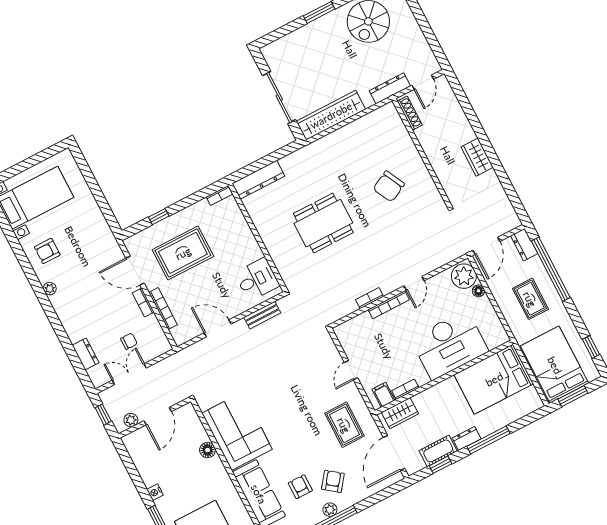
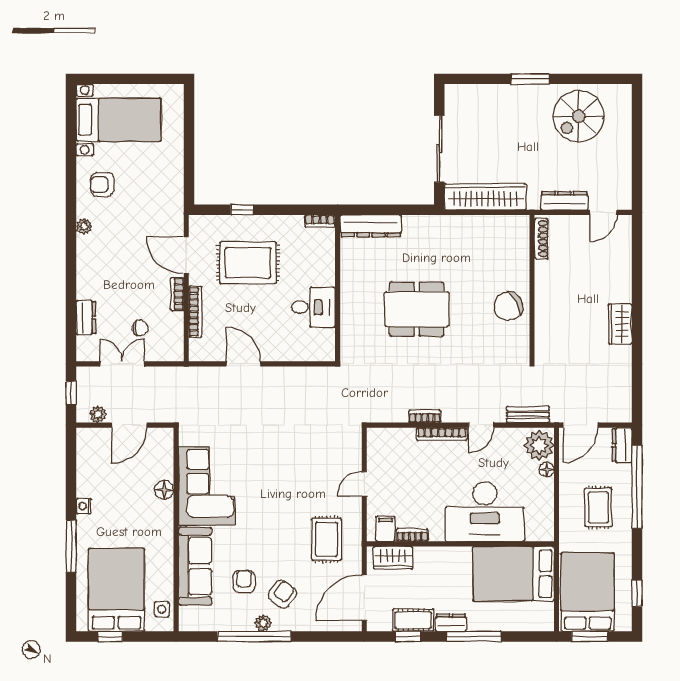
shoe rack: (410, 113) -> (541, 239), moved
wall: (422, 153) -> (532, 288), moved
desk: (257, 279) -> (313, 307), moved
bench: (262, 315) -> (528, 415), moved

